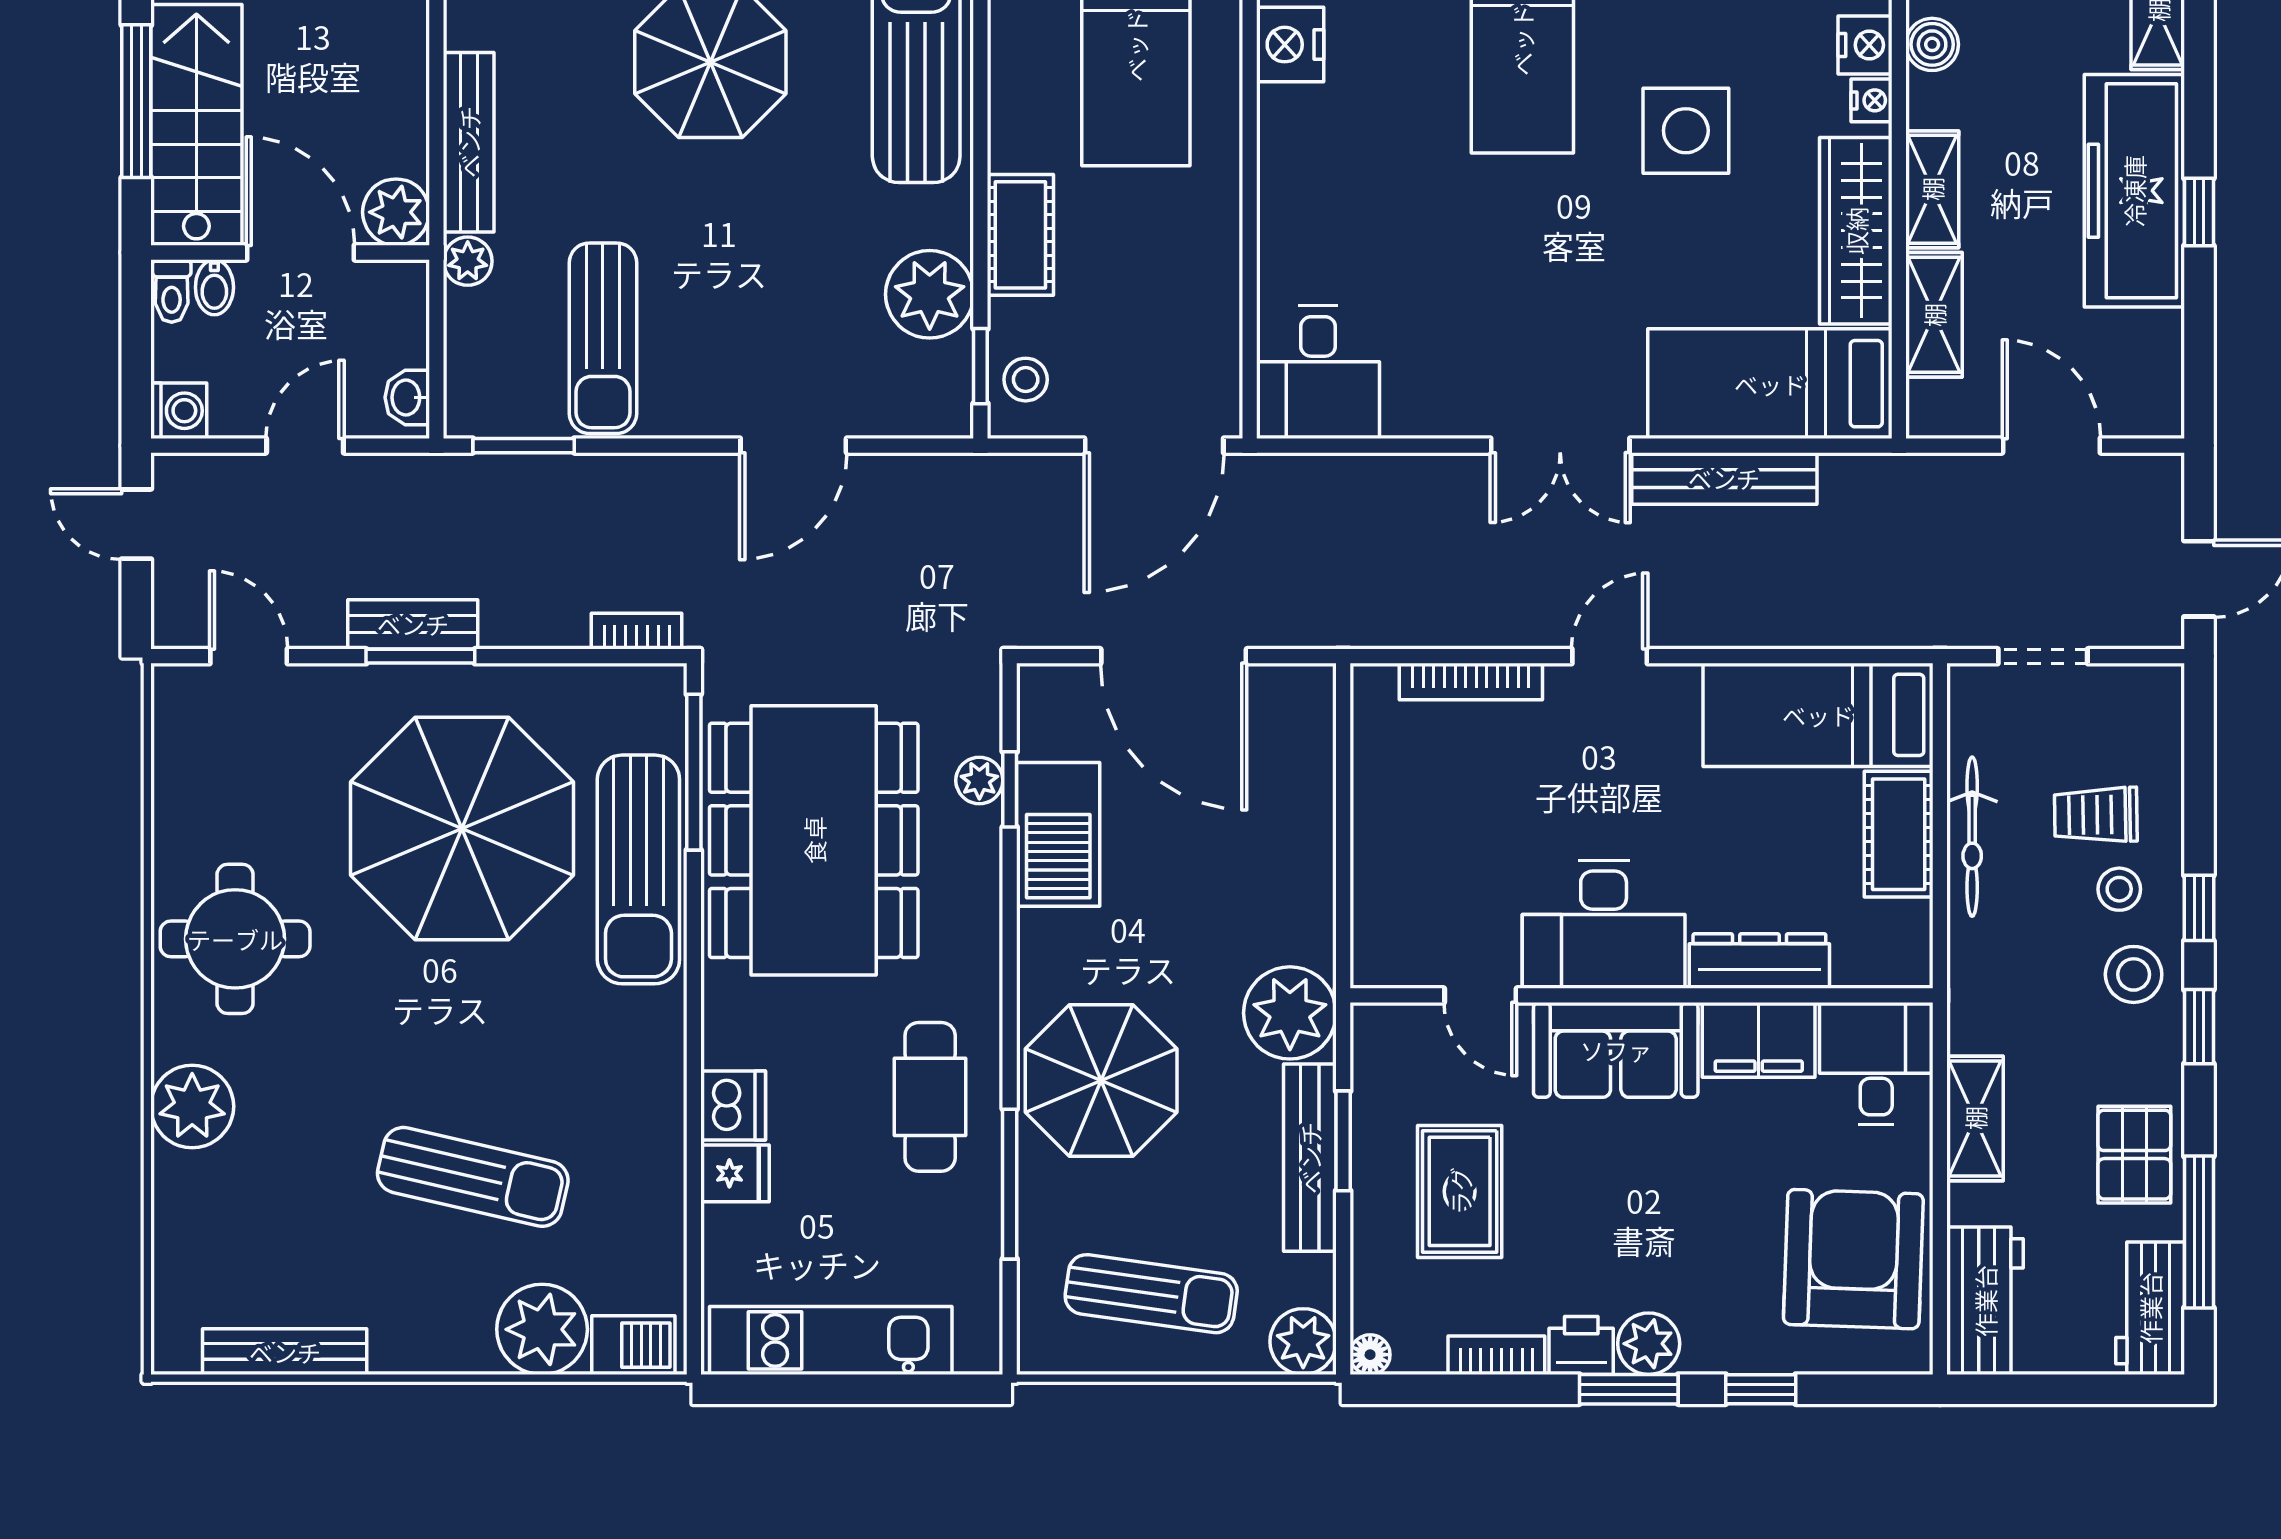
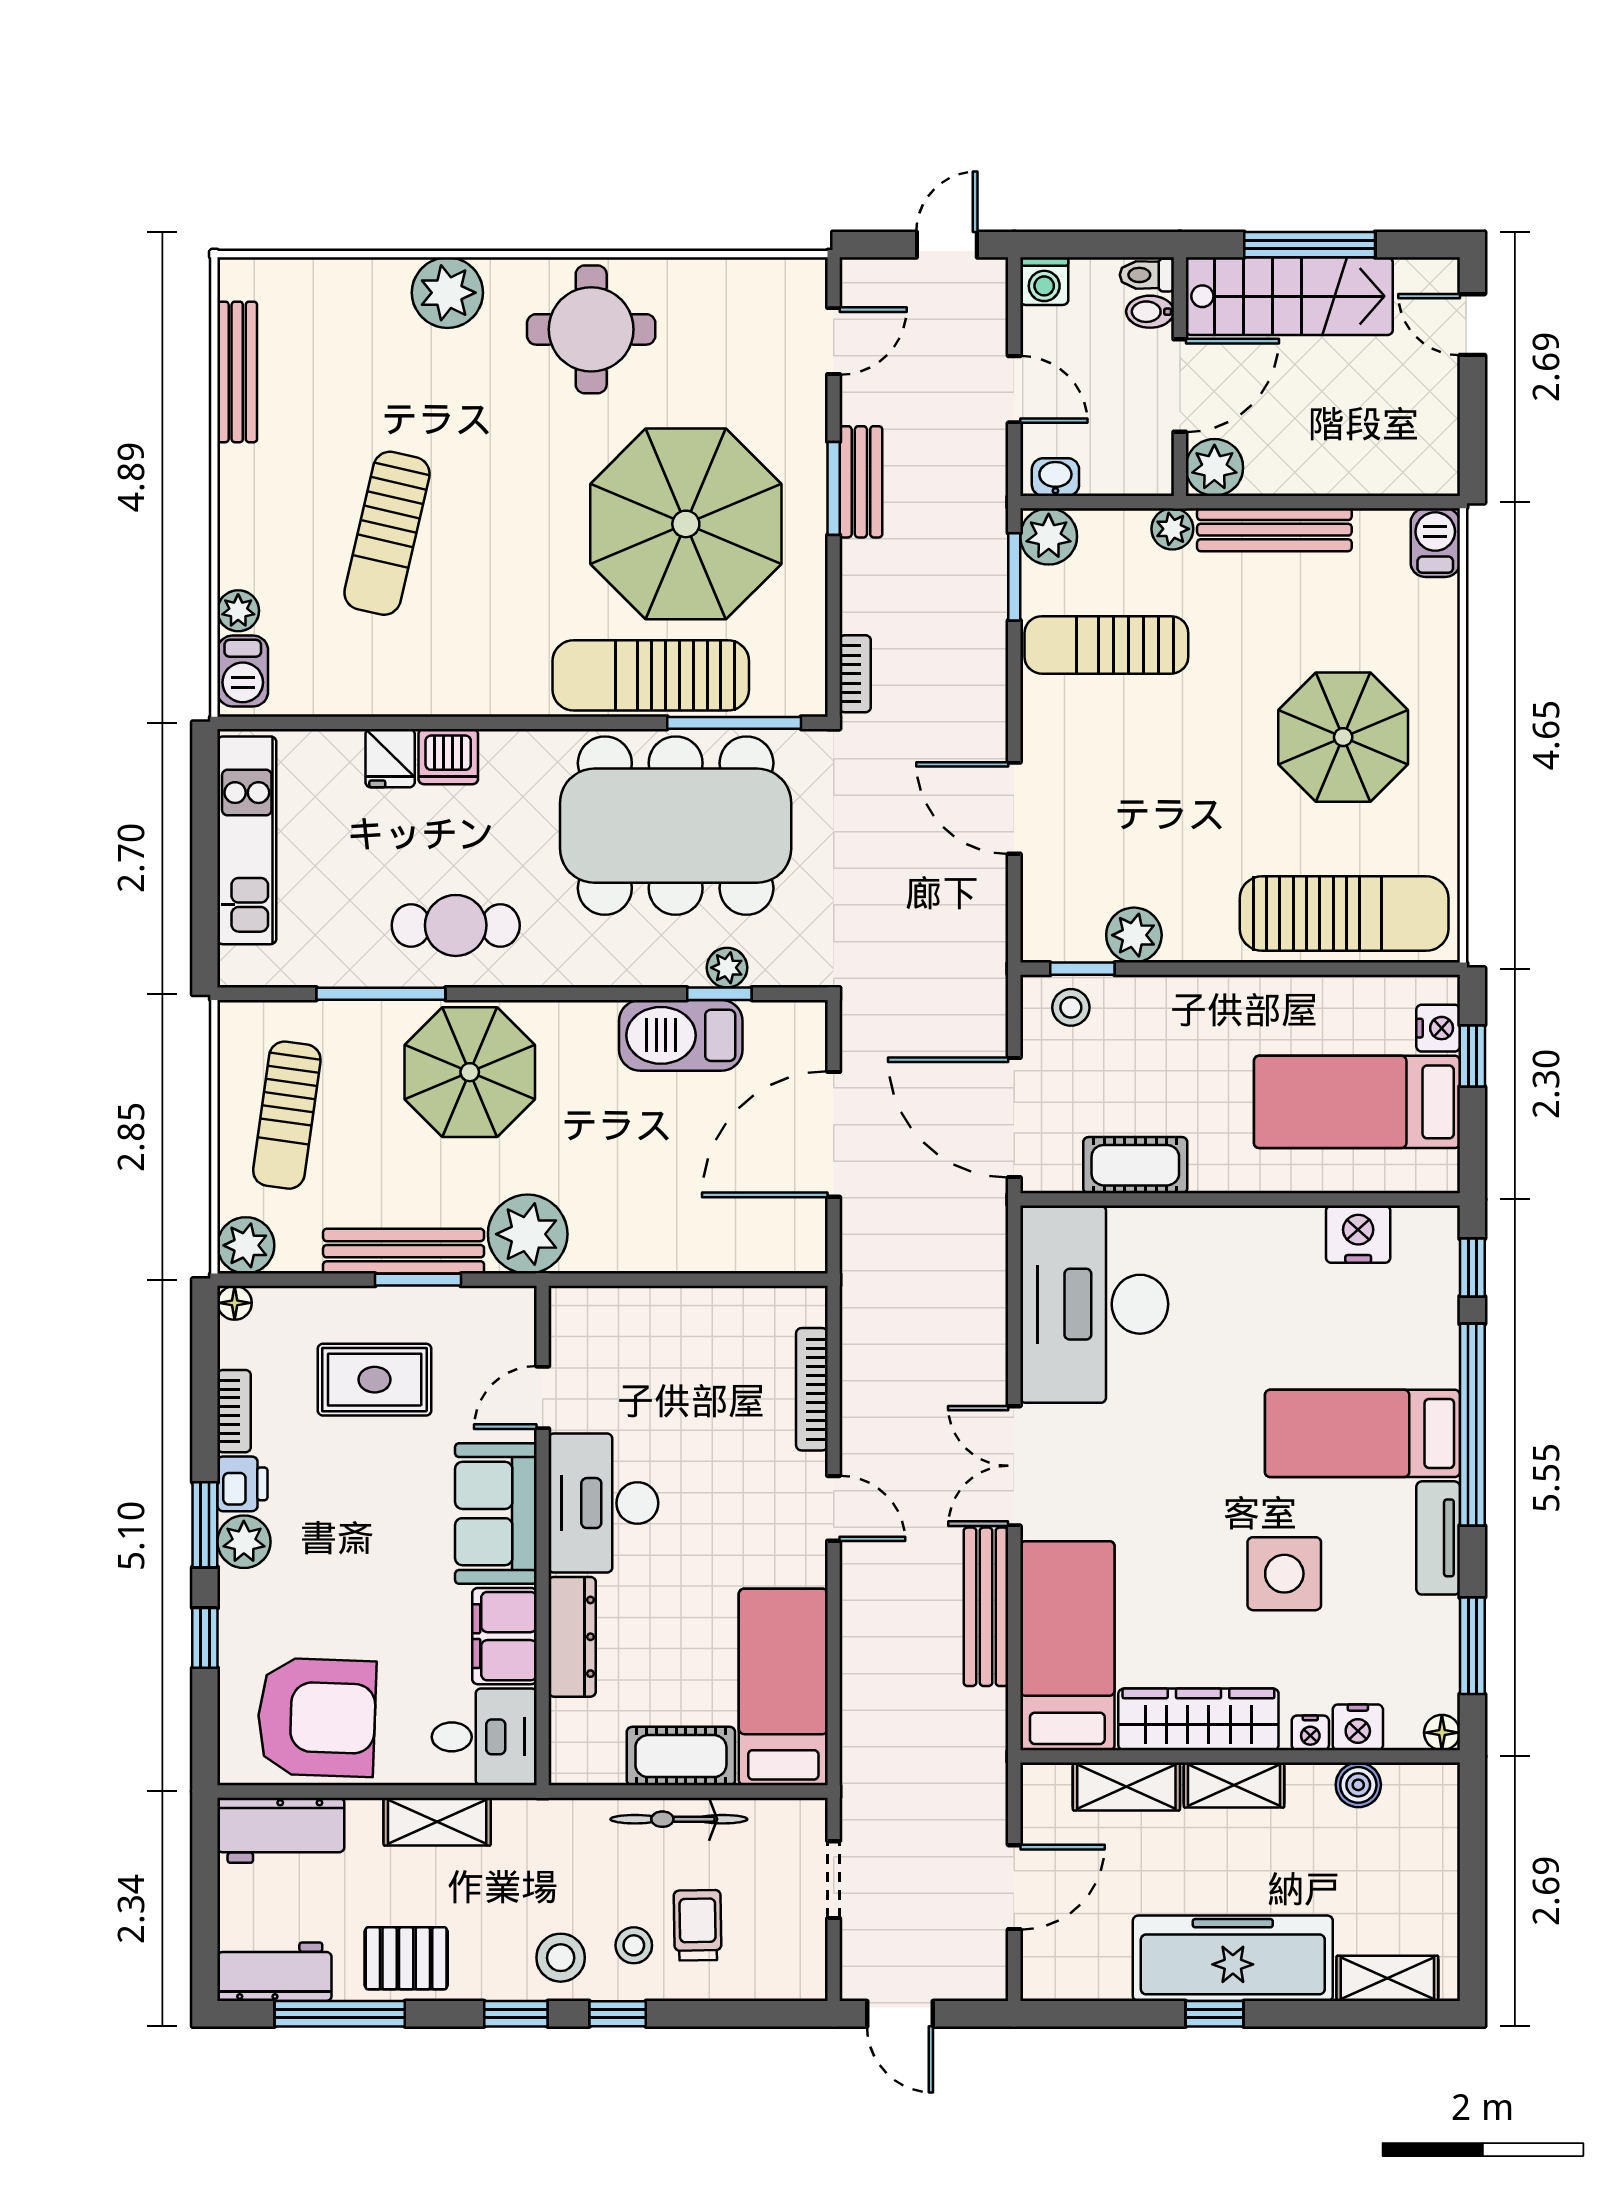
cot: (1020, 235) -> (1135, 1165), moved
plant: (930, 294) -> (1134, 935), width x0.73, depth x0.73
desk: (1318, 372) -> (1094, 1304), width x1.87, depth x1.30
plant: (476, 406) -> (1049, 536), added
plant: (542, 1329) -> (238, 611), width x0.53, depth x0.53

